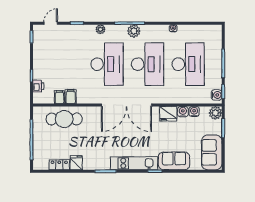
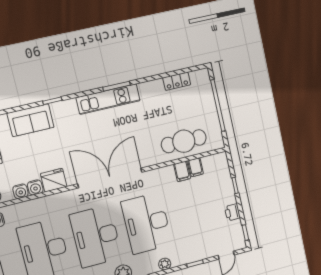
printer: (38, 86) -> (232, 212), moved
fridge: (76, 163) -> (156, 89), removed
kitchen unit: (134, 163) -> (108, 99), moved

